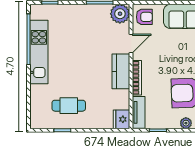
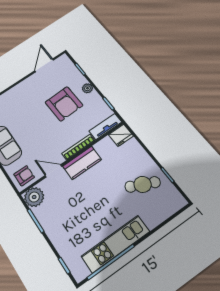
armchair: (144, 17) -> (24, 176), turned 90
cafe table: (69, 106) -> (143, 184), turned -65

